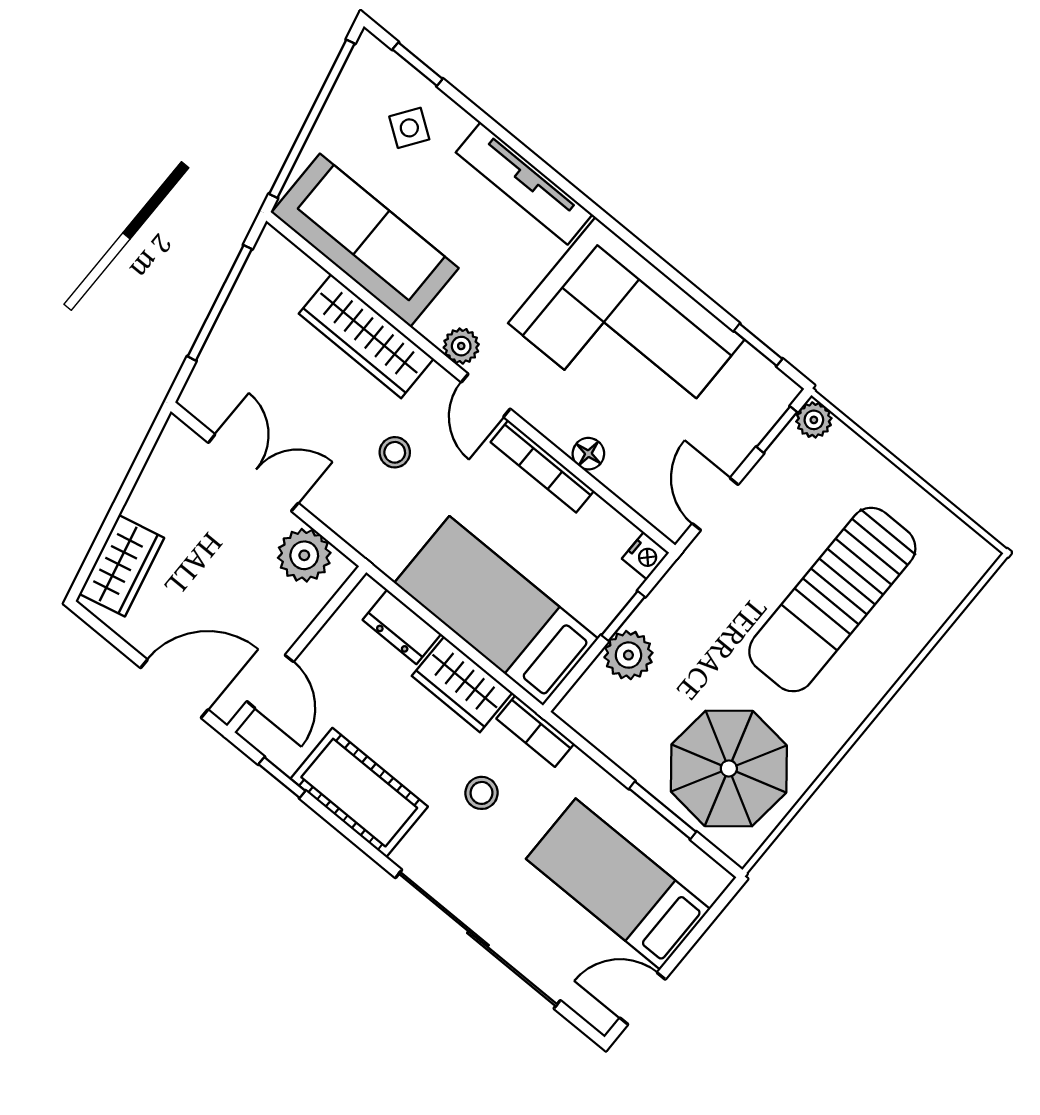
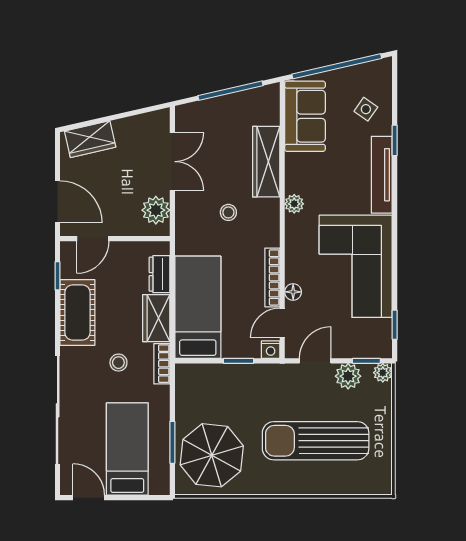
window: (418, 64) -> (395, 140), moved
sofa: (365, 240) -> (305, 116), width x0.73
door: (486, 395) -> (282, 323), moved
plant: (628, 655) -> (348, 376), moved

